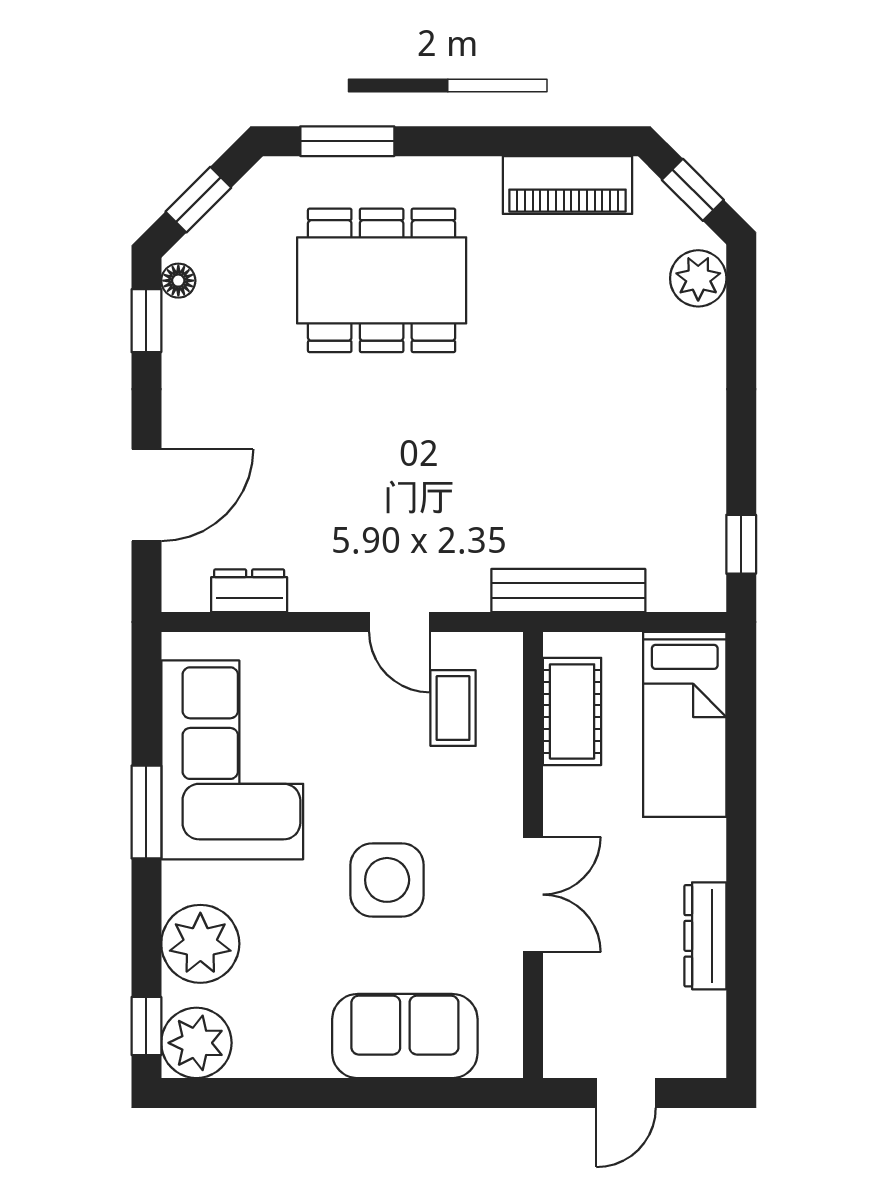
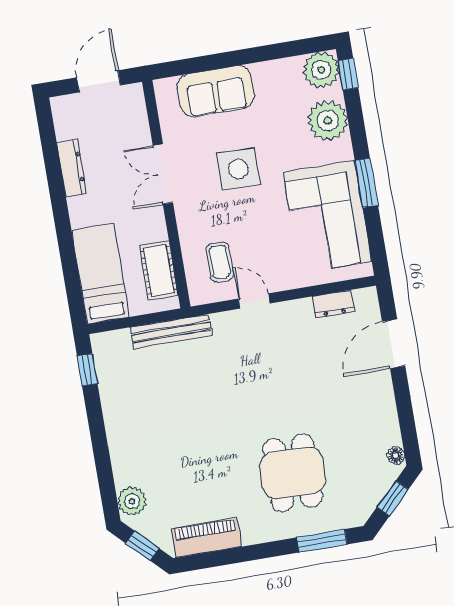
dining table: (382, 280) -> (293, 473), width x0.73
window: (146, 321) -> (409, 432), removed
door: (626, 1093) -> (99, 81), width x1.38

